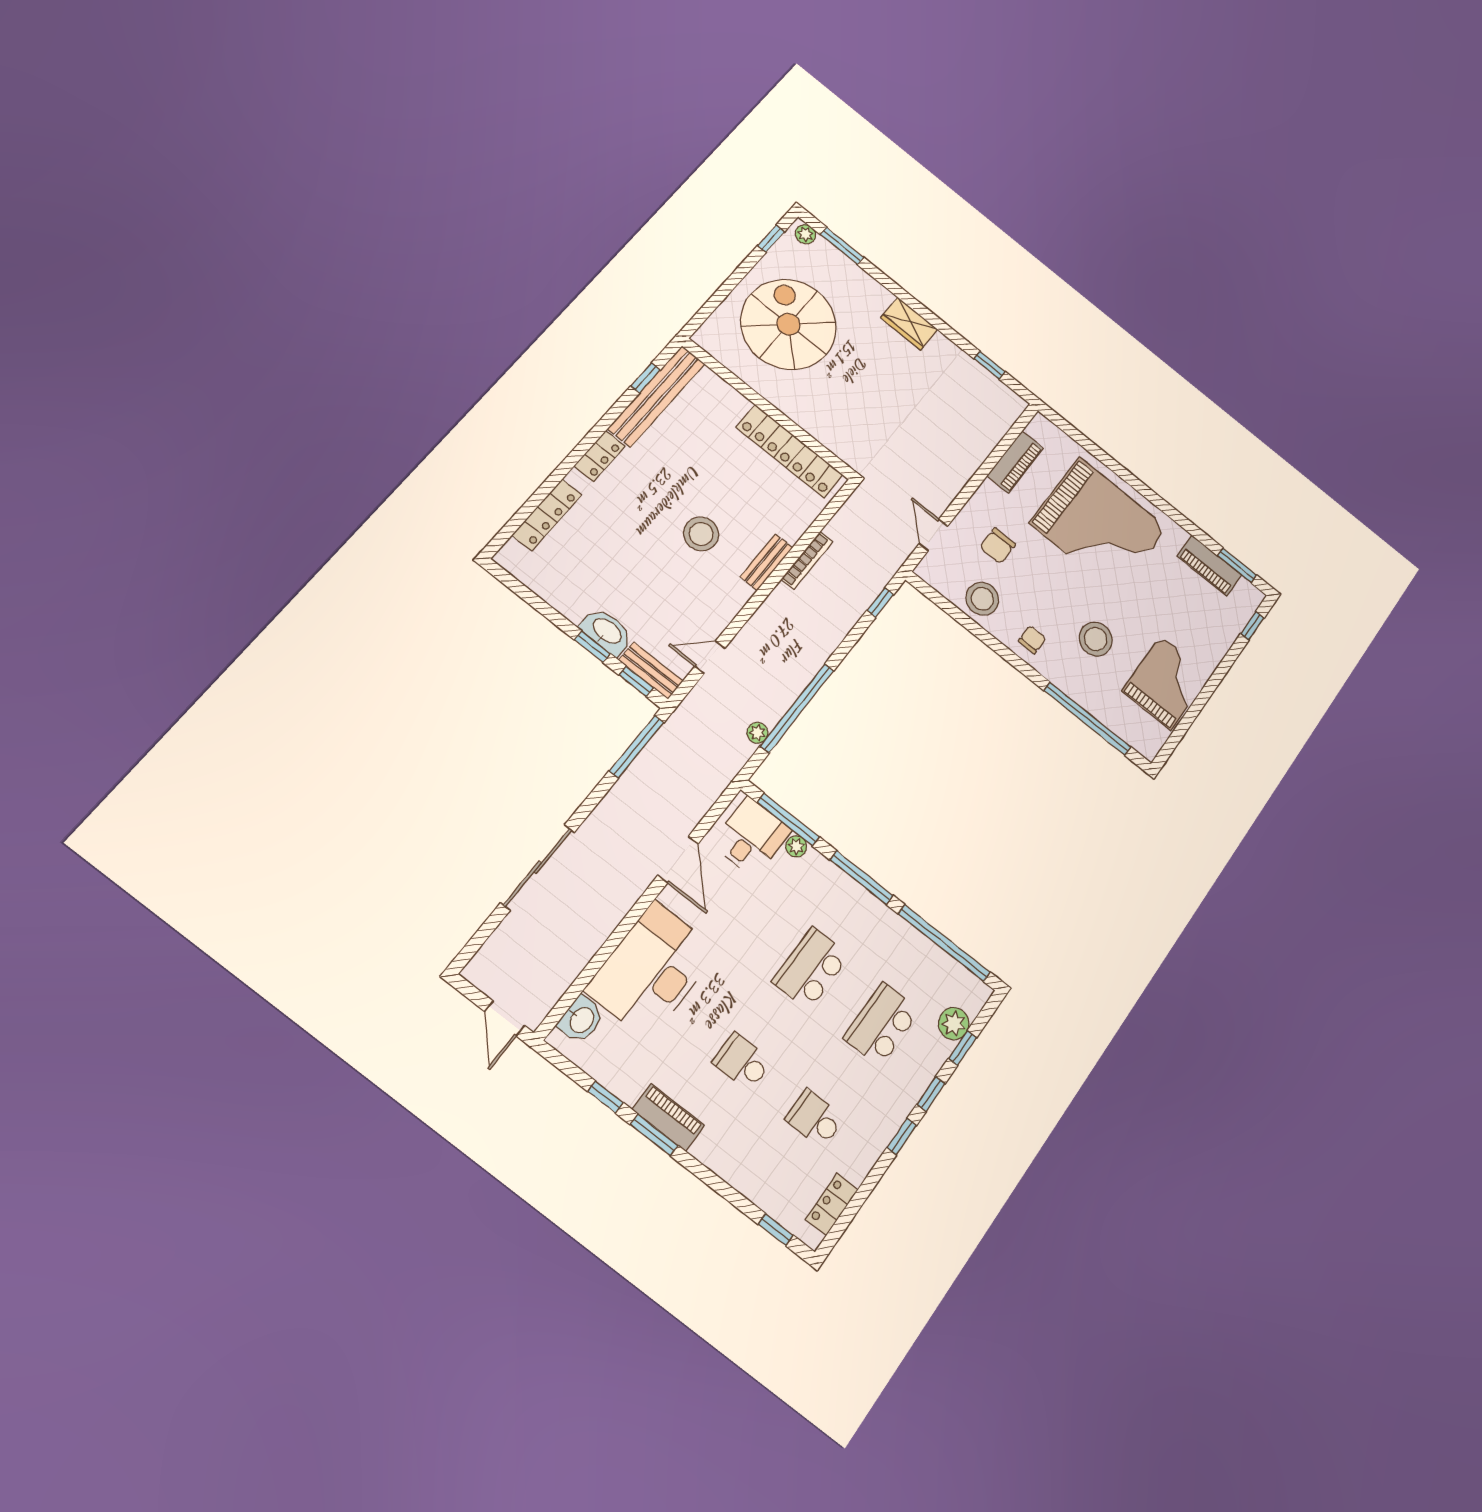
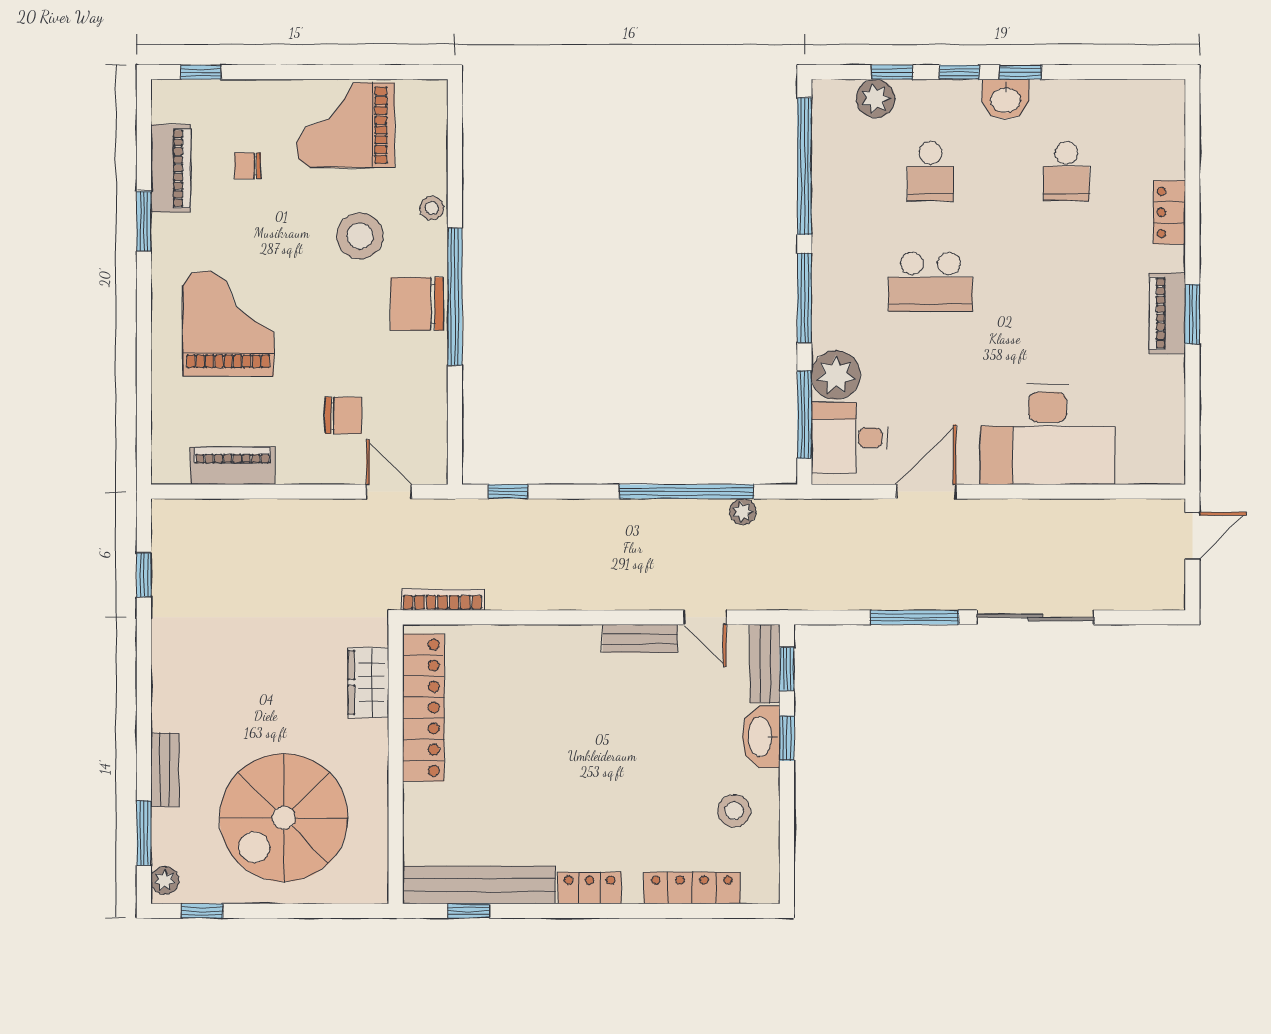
bench: (869, 286) -> (165, 770), added
wardrobe: (909, 323) -> (368, 682), moved, turned 180
grand piano: (1099, 526) -> (228, 323), width x0.73, depth x0.68
stool: (701, 534) -> (734, 811), moved, width x0.73, depth x0.73
door: (933, 535) -> (389, 492), swing flipped
bookcase: (807, 560) -> (443, 600), moved
bench: (766, 562) -> (640, 639), moved
window: (1237, 565) -> (144, 221), moved
stool: (982, 599) -> (432, 208), moved, width x0.53, depth x0.53
chair: (1181, 609) -> (248, 166), added
chair: (1032, 640) -> (417, 304), width x1.87, depth x1.87
window: (1087, 719) -> (455, 297), moved
window: (637, 747) -> (915, 617), moved
plant: (796, 846) -> (836, 375), width x1.88, depth x1.88
washbasin: (581, 1020) -> (1006, 99), moved, turned 180
school desk: (882, 1024) -> (930, 171), width x0.54
school desk: (742, 1062) -> (1066, 282), removed
window: (605, 1097) -> (1192, 387), removed
locker: (832, 1204) -> (1169, 212), moved, turned 90
window: (776, 1230) -> (1192, 133), removed

